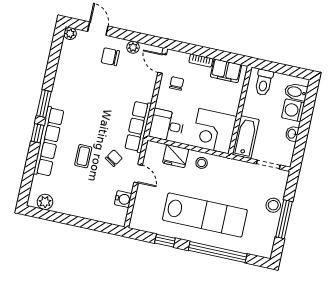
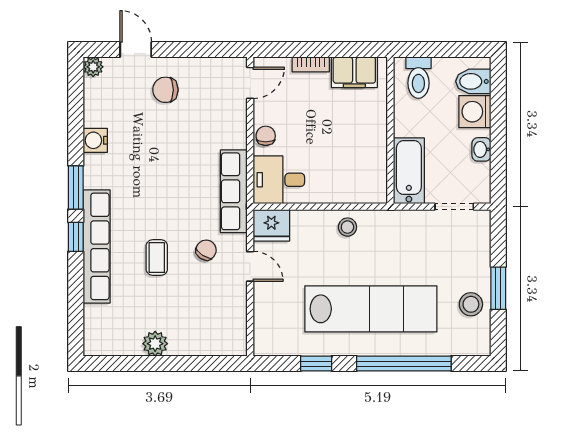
plant: (133, 47) -> (198, 67), removed
door: (162, 64) -> (250, 83), swing flipped
chair: (177, 83) -> (266, 136), moved
corner desk: (214, 131) -> (356, 172), removed
fridge: (176, 156) -> (271, 225), moved
water cooler: (123, 199) -> (95, 140), moved, turned 180
plant: (45, 202) -> (155, 344), moved
stool: (273, 205) -> (471, 304), moved
window: (284, 219) -> (498, 288), width x0.69

